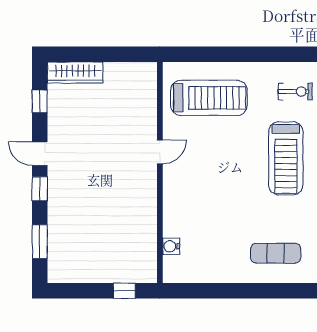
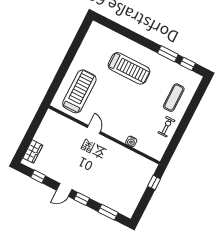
wardrobe: (75, 72) -> (33, 152), width x0.67
exercise bike: (295, 92) -> (166, 127), moved
water cooler: (171, 246) -> (131, 141), moved

